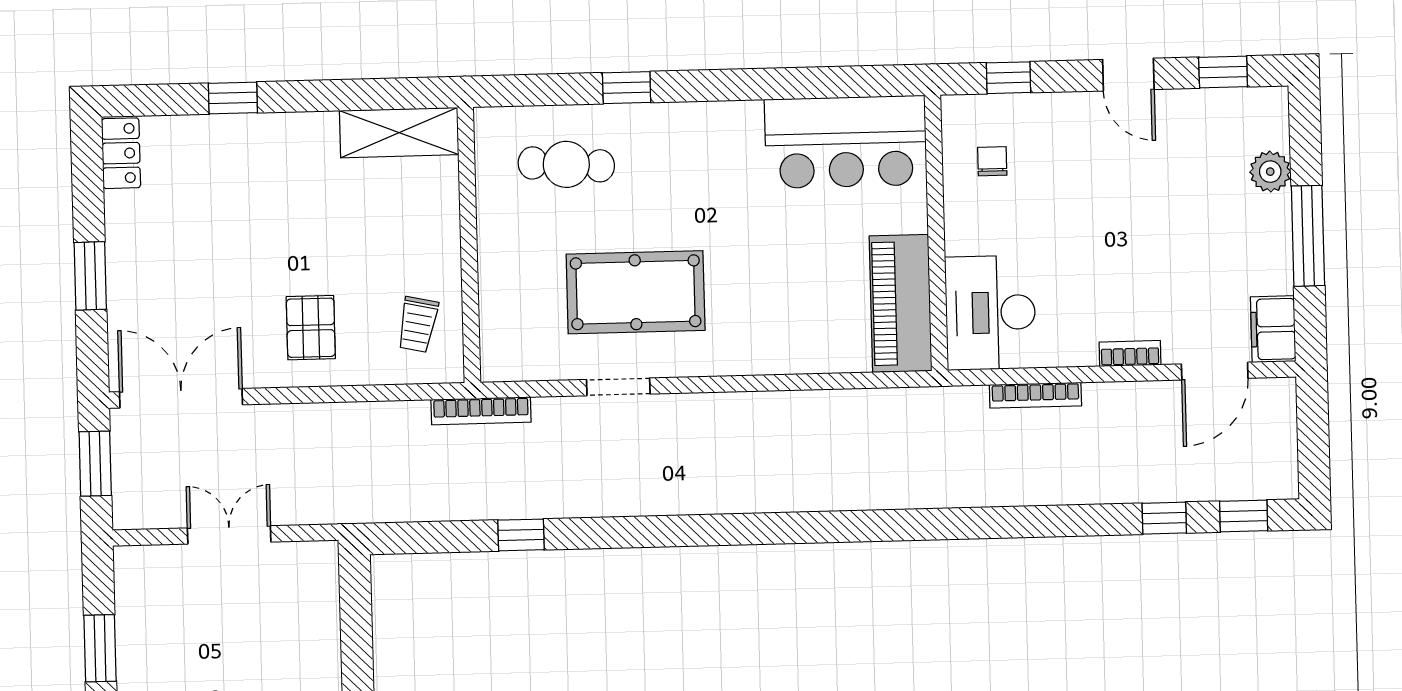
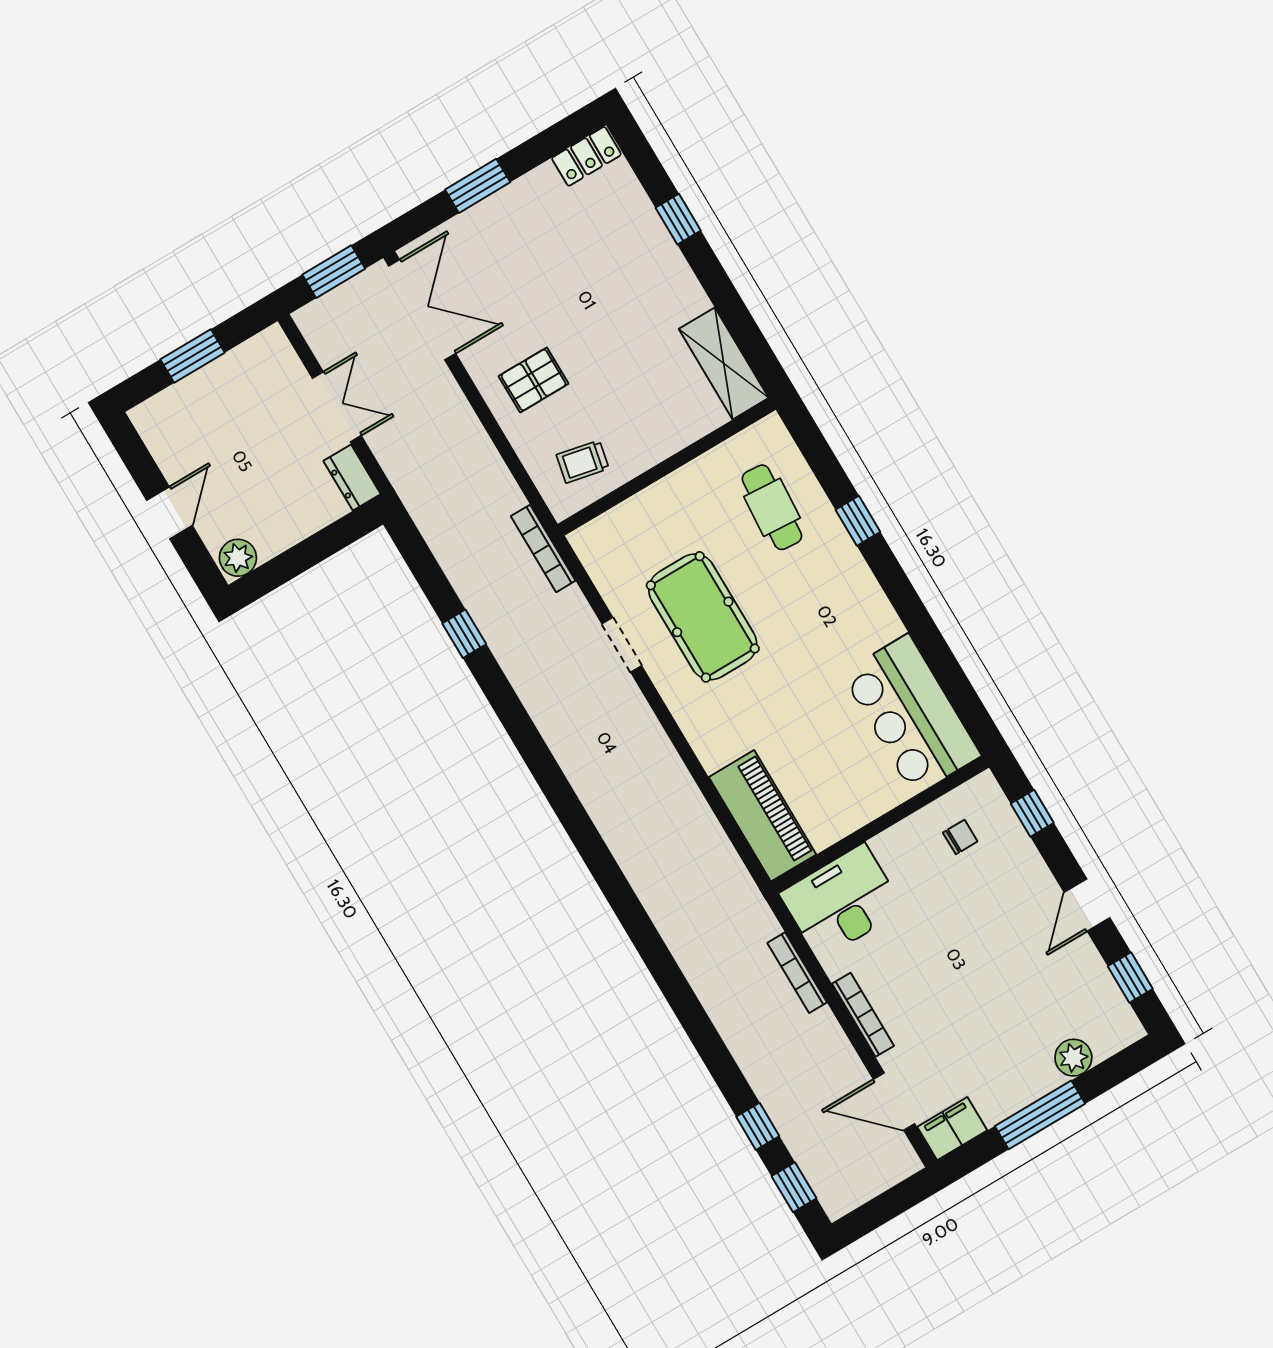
piano: (901, 303) -> (762, 816), moved, turned 90
bookcase: (1130, 353) -> (863, 1015), width x1.56
dresser: (307, 559) -> (352, 477), added

